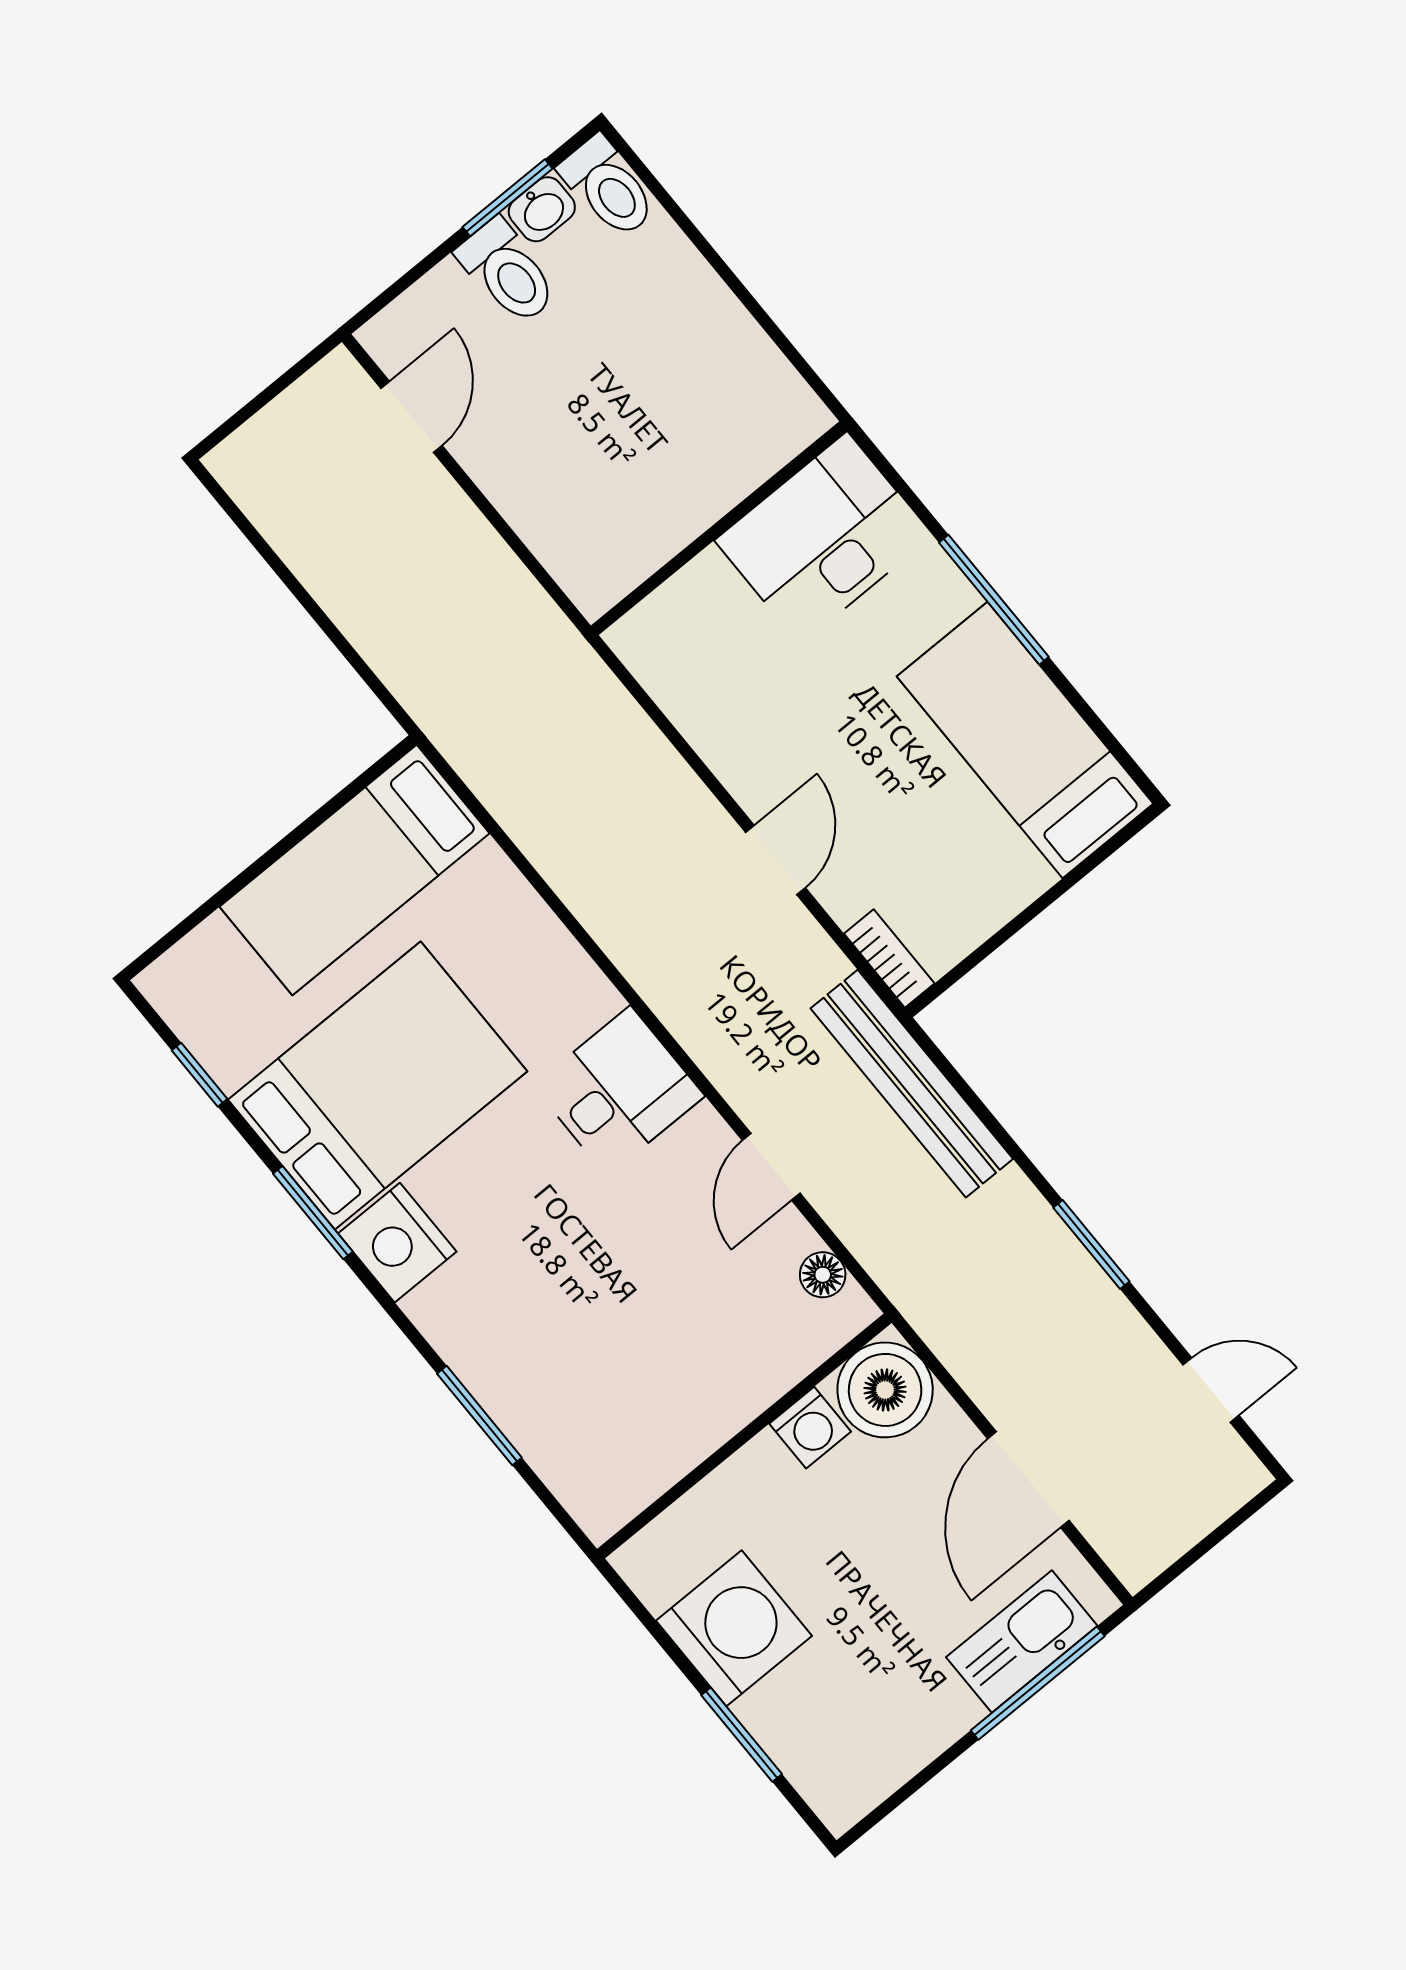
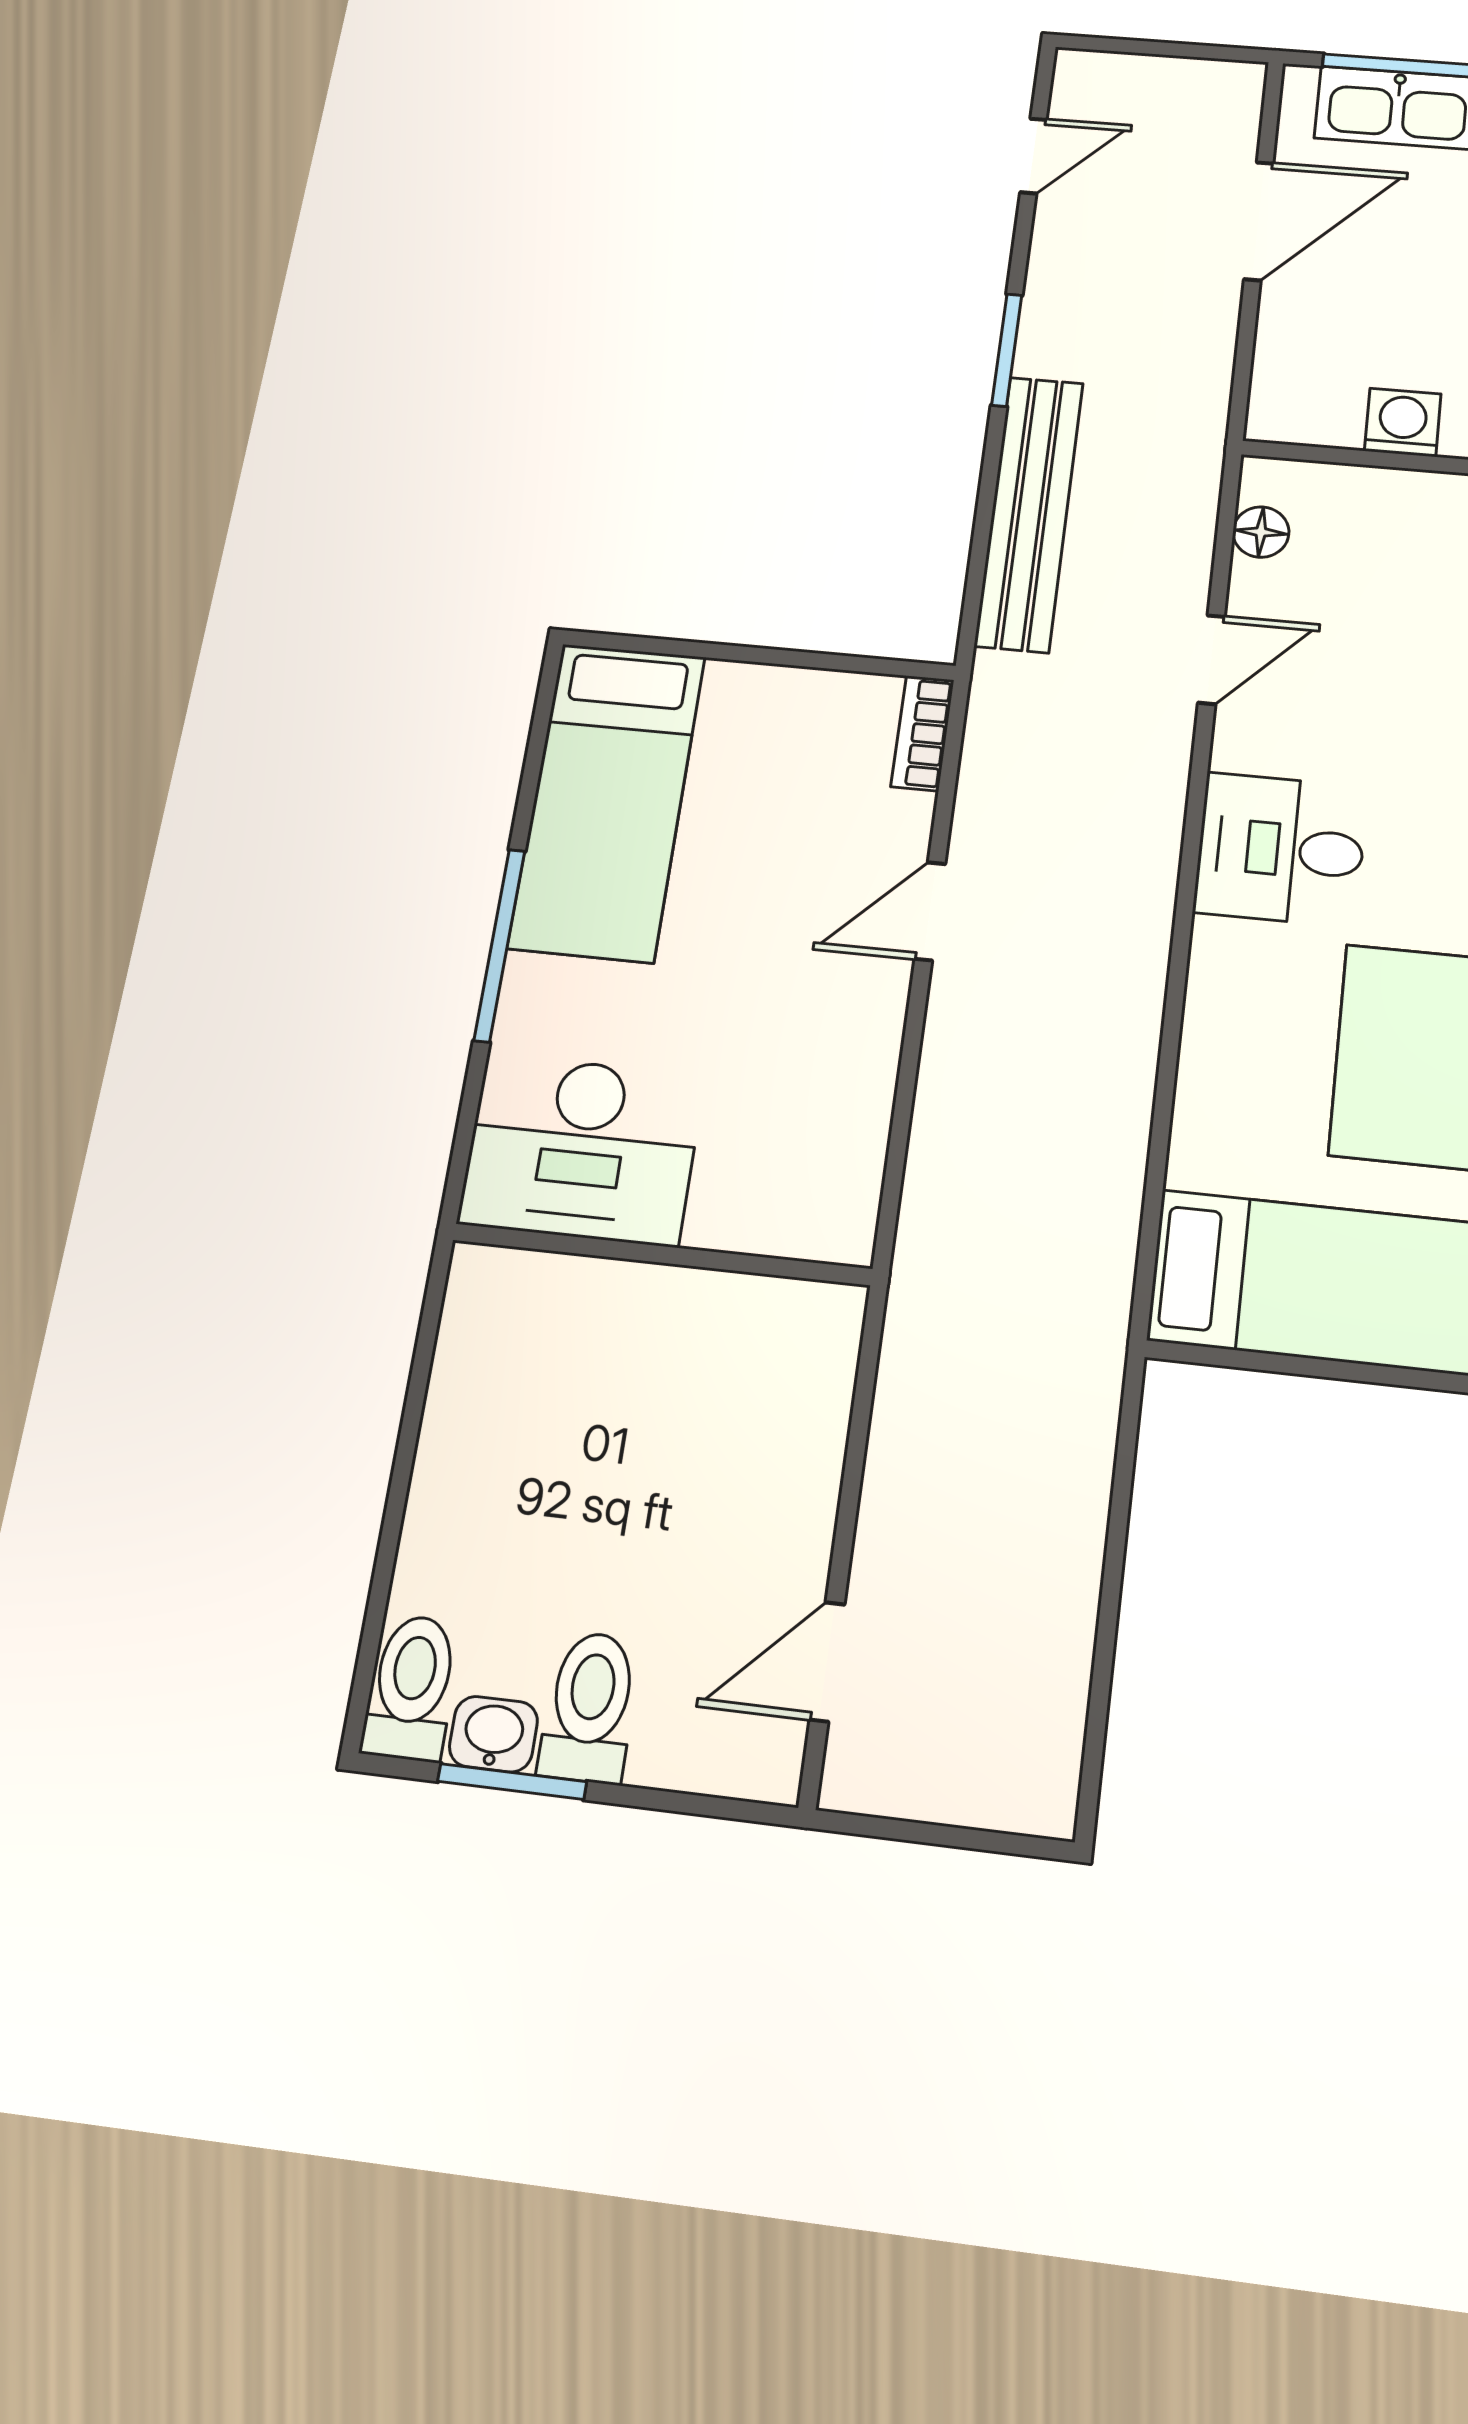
bench: (912, 1084) -> (1029, 513), moved
boiler: (885, 1390) -> (1305, 394), removed
door: (1211, 1390) -> (1033, 156), swing flipped

